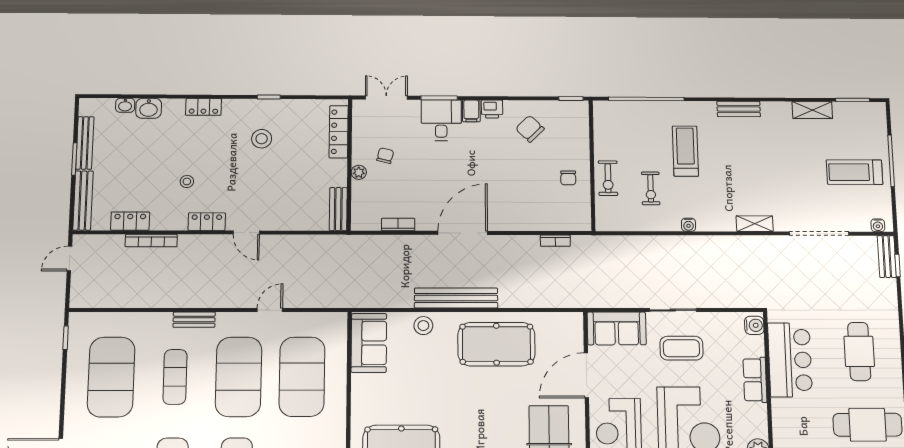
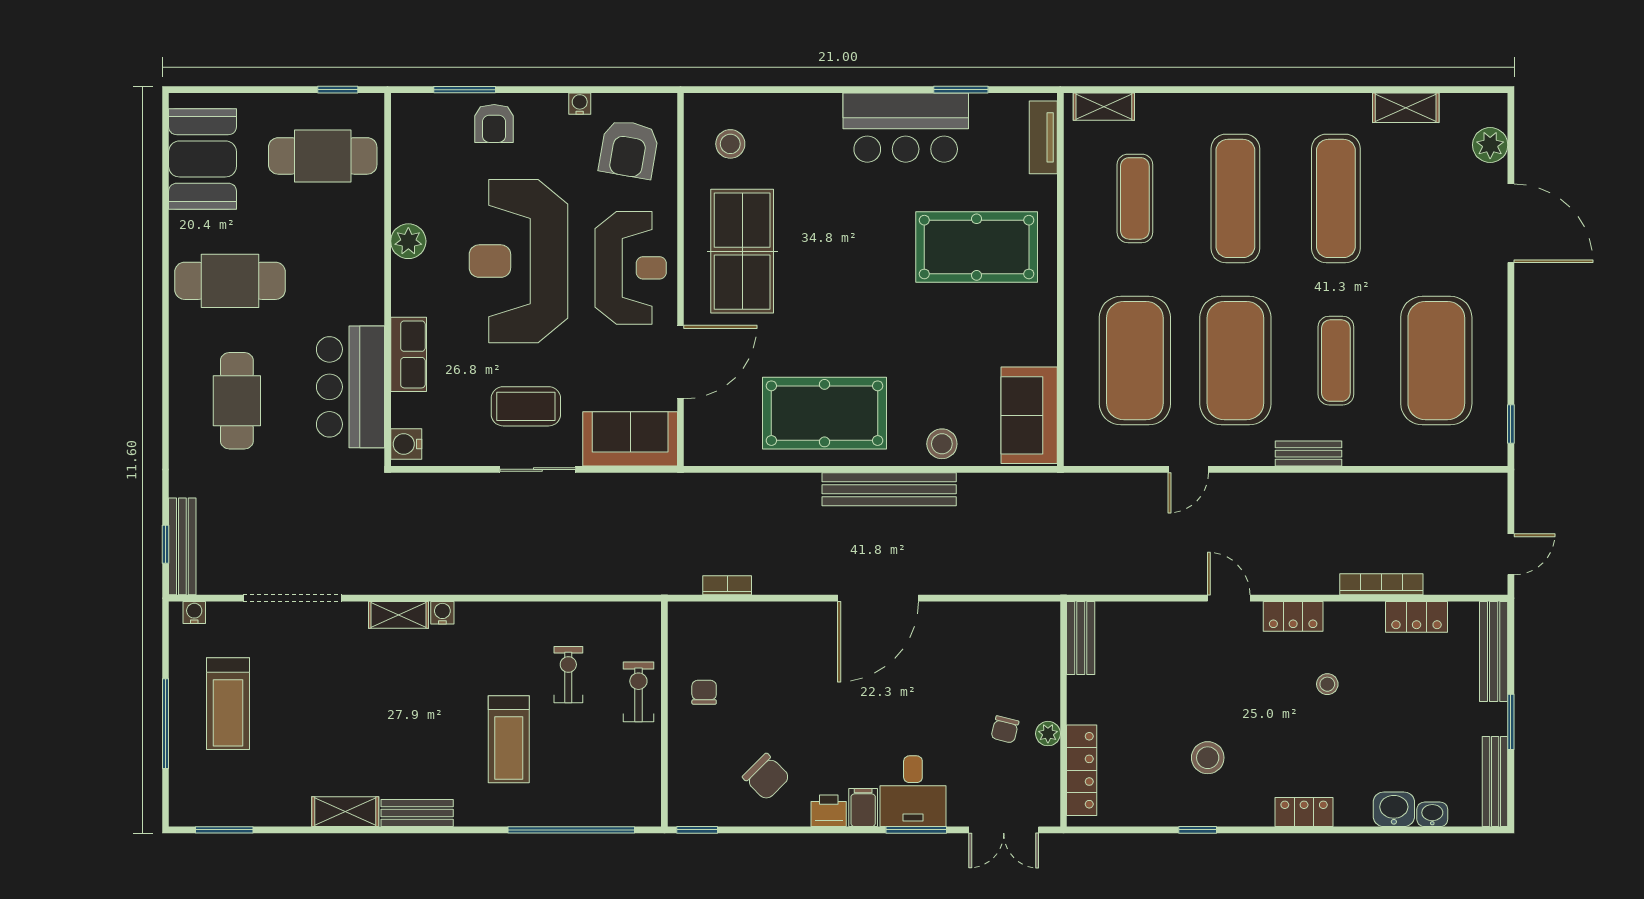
shelving: (812, 110) -> (345, 812), moved
bench: (85, 143) -> (1495, 782), moved
plant: (359, 172) -> (1048, 734), moved
treadmill: (855, 172) -> (228, 704), turned 90
bookcase: (398, 225) -> (983, 612), removed
water cooler: (688, 225) -> (442, 613), moved
bench: (887, 257) -> (182, 546), width x1.36

